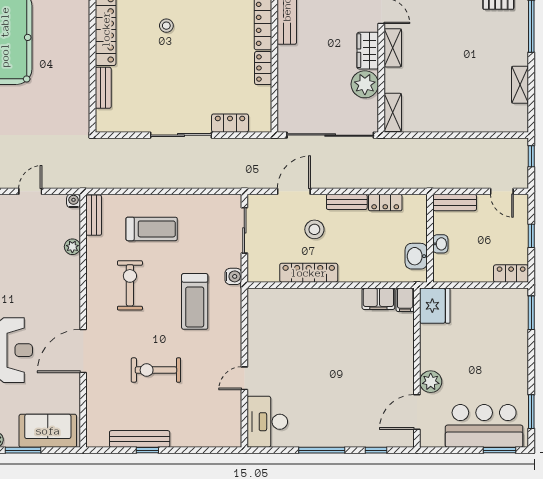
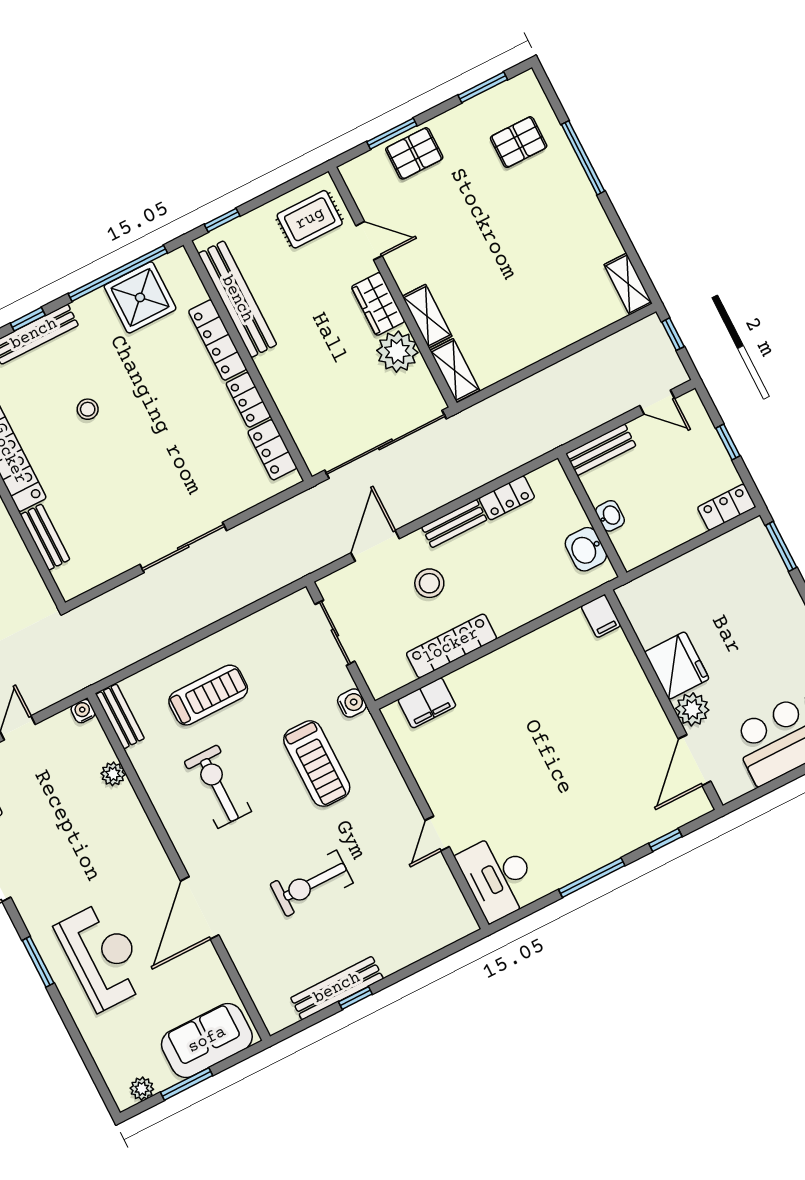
shelving: (393, 48) -> (427, 316), moved
shelving: (520, 85) -> (628, 284), moved
locker: (230, 123) -> (272, 450), moved, turned -90
filing cabinet: (378, 299) -> (427, 703), moved
fridge: (435, 306) -> (677, 666), moved

